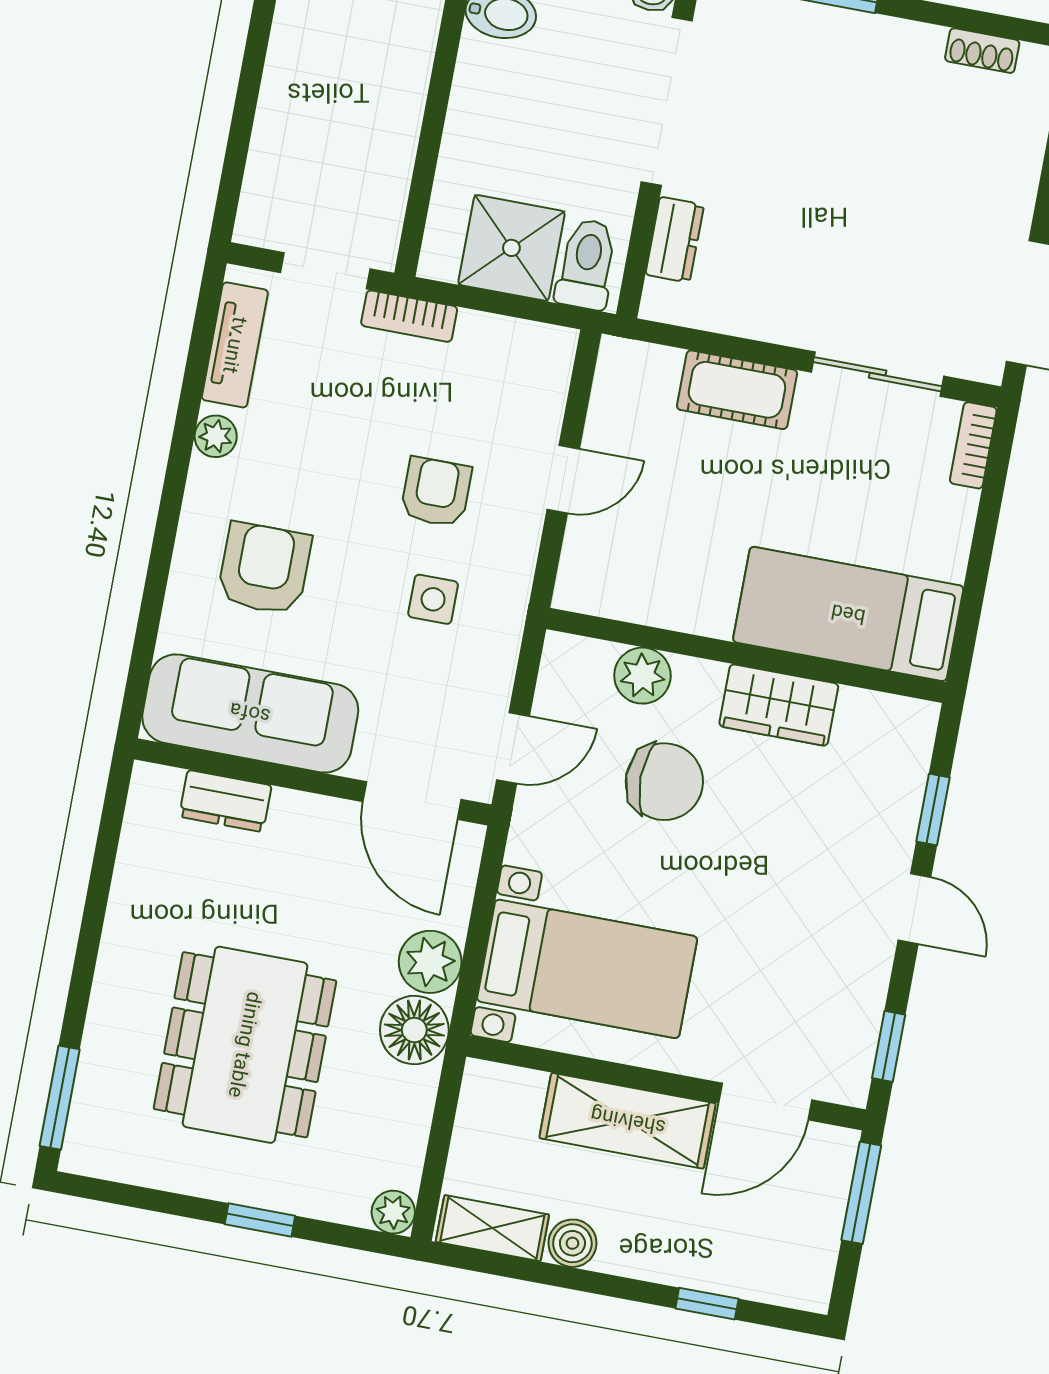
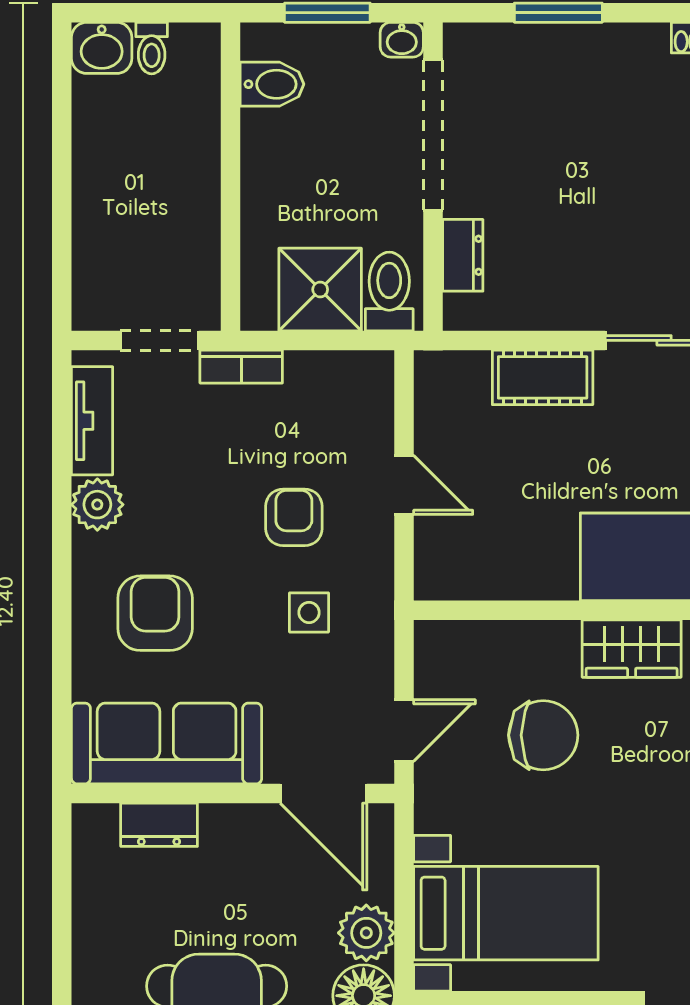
plant: (216, 436) -> (97, 505), width x1.38, depth x1.38
door: (563, 479) -> (404, 485), hinge flipped
plant: (642, 676) -> (506, 645), removed

